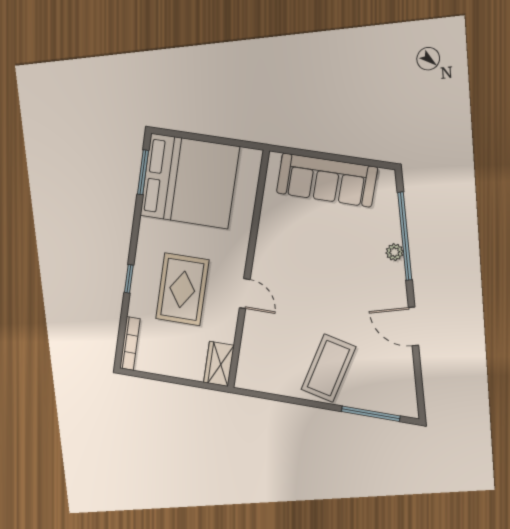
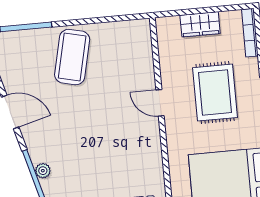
wardrobe: (219, 364) -> (200, 24), moved, turned 90

